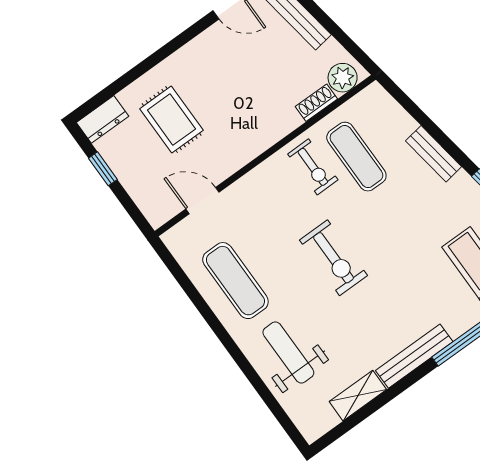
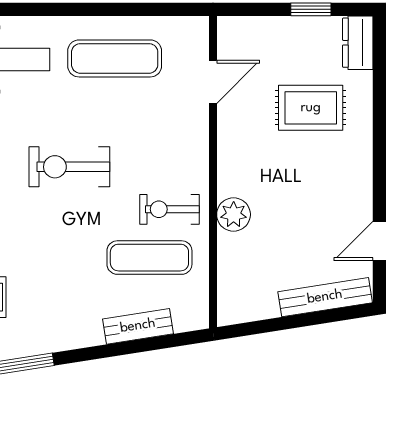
plant: (343, 78) -> (234, 214), moved
shoe rack: (316, 103) -> (228, 256), removed
bench: (434, 154) -> (138, 326), moved

